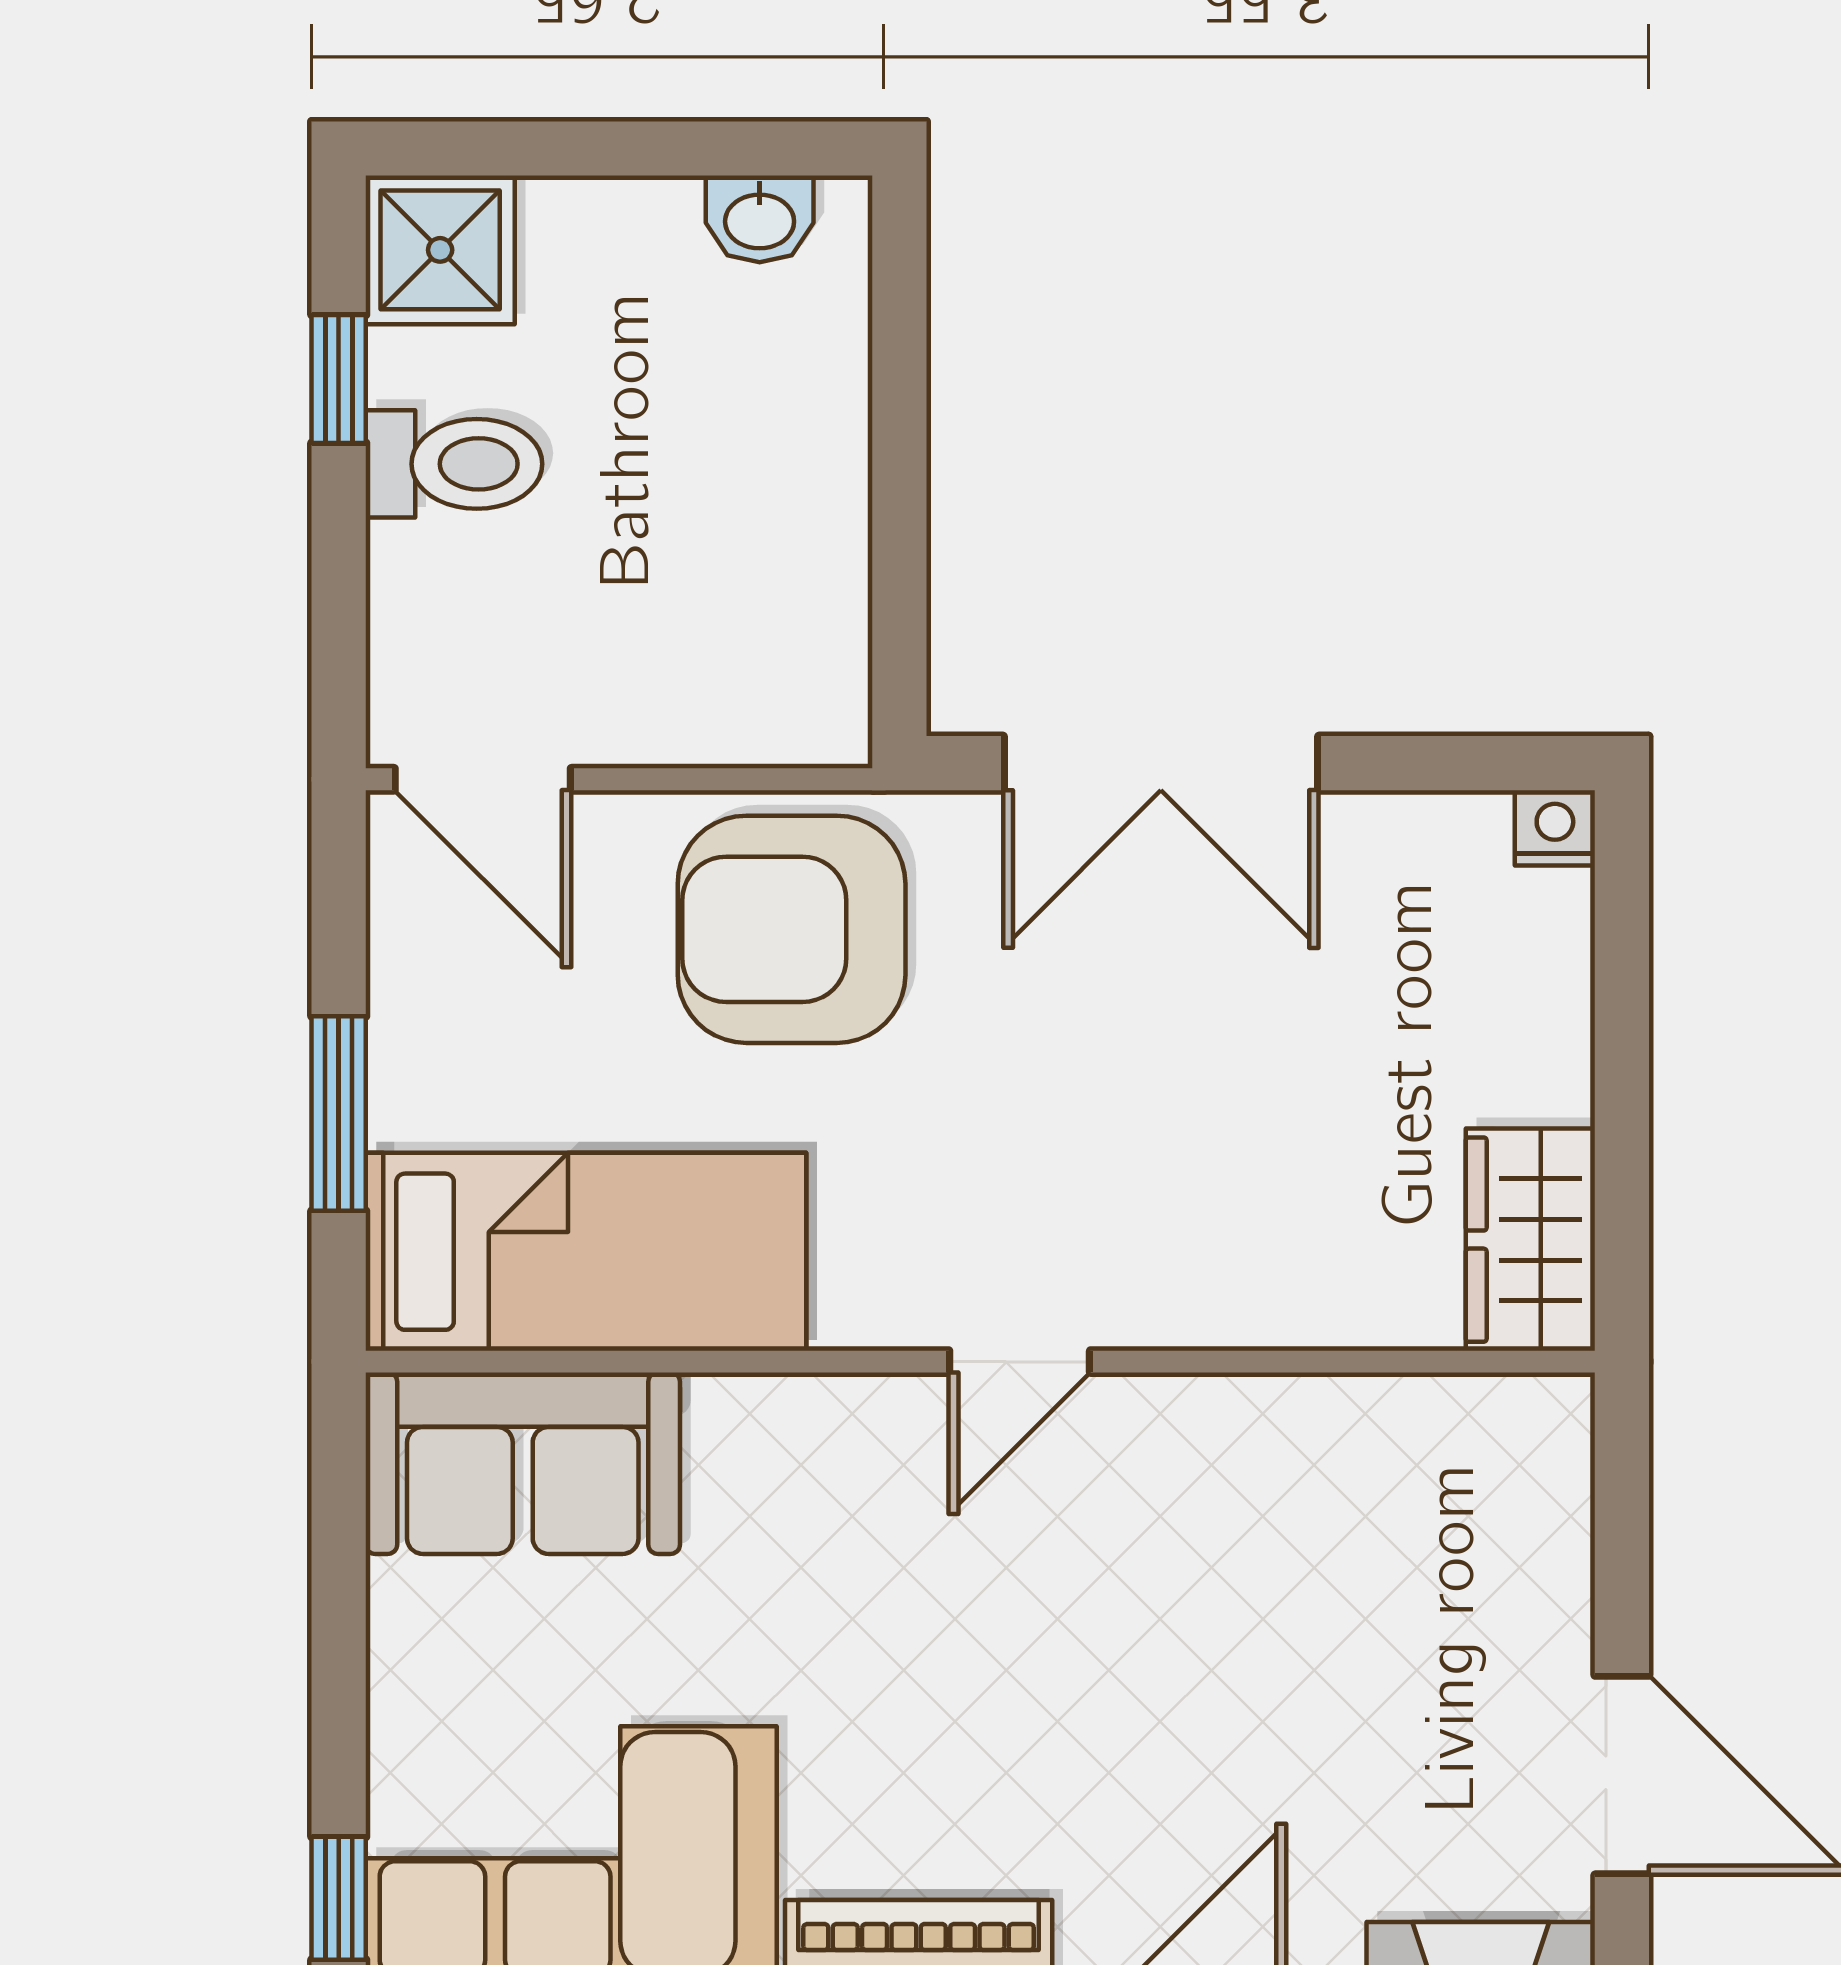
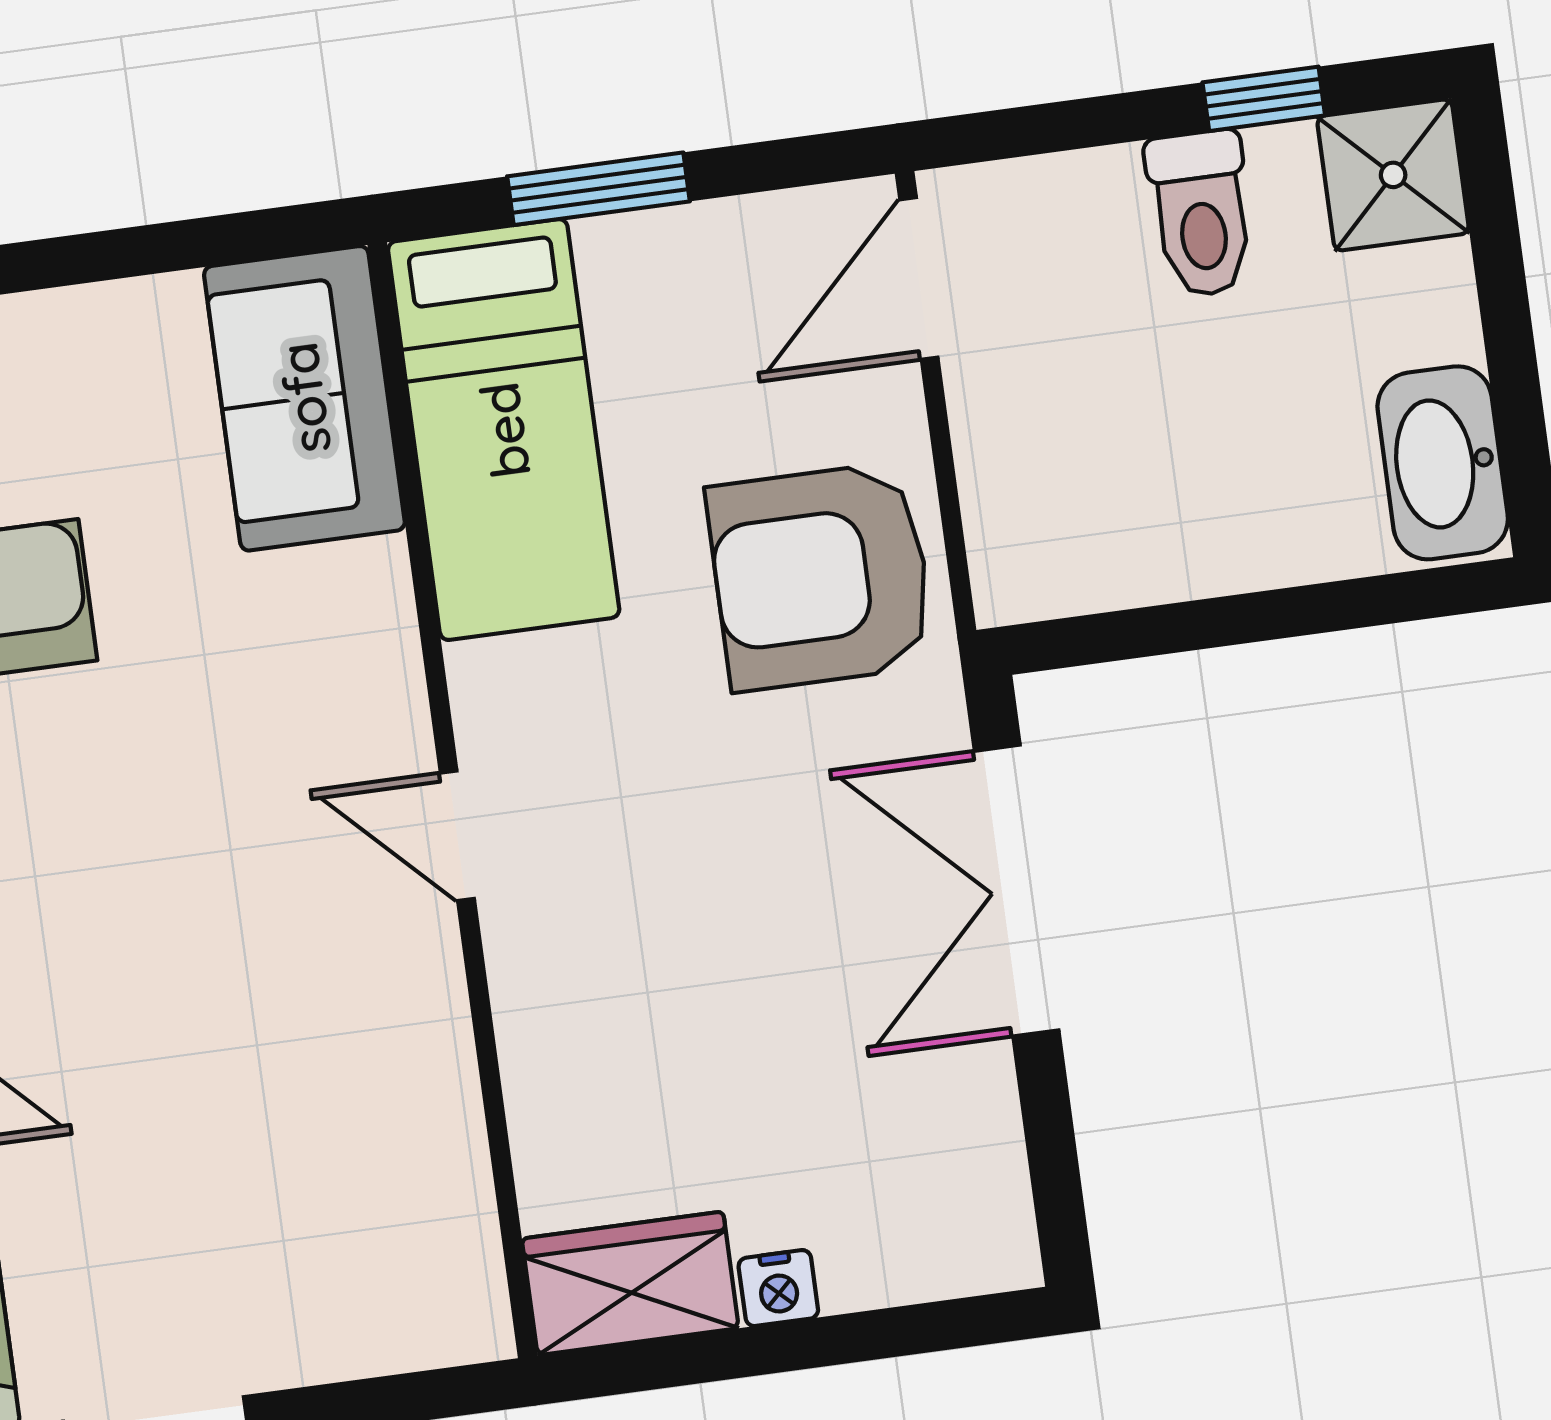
washbasin: (760, 219) -> (1443, 463), width x1.91, depth x1.45
nightstand: (1555, 828) -> (778, 1288), moved, turned 90
armchair: (792, 929) -> (821, 576), turned -90

